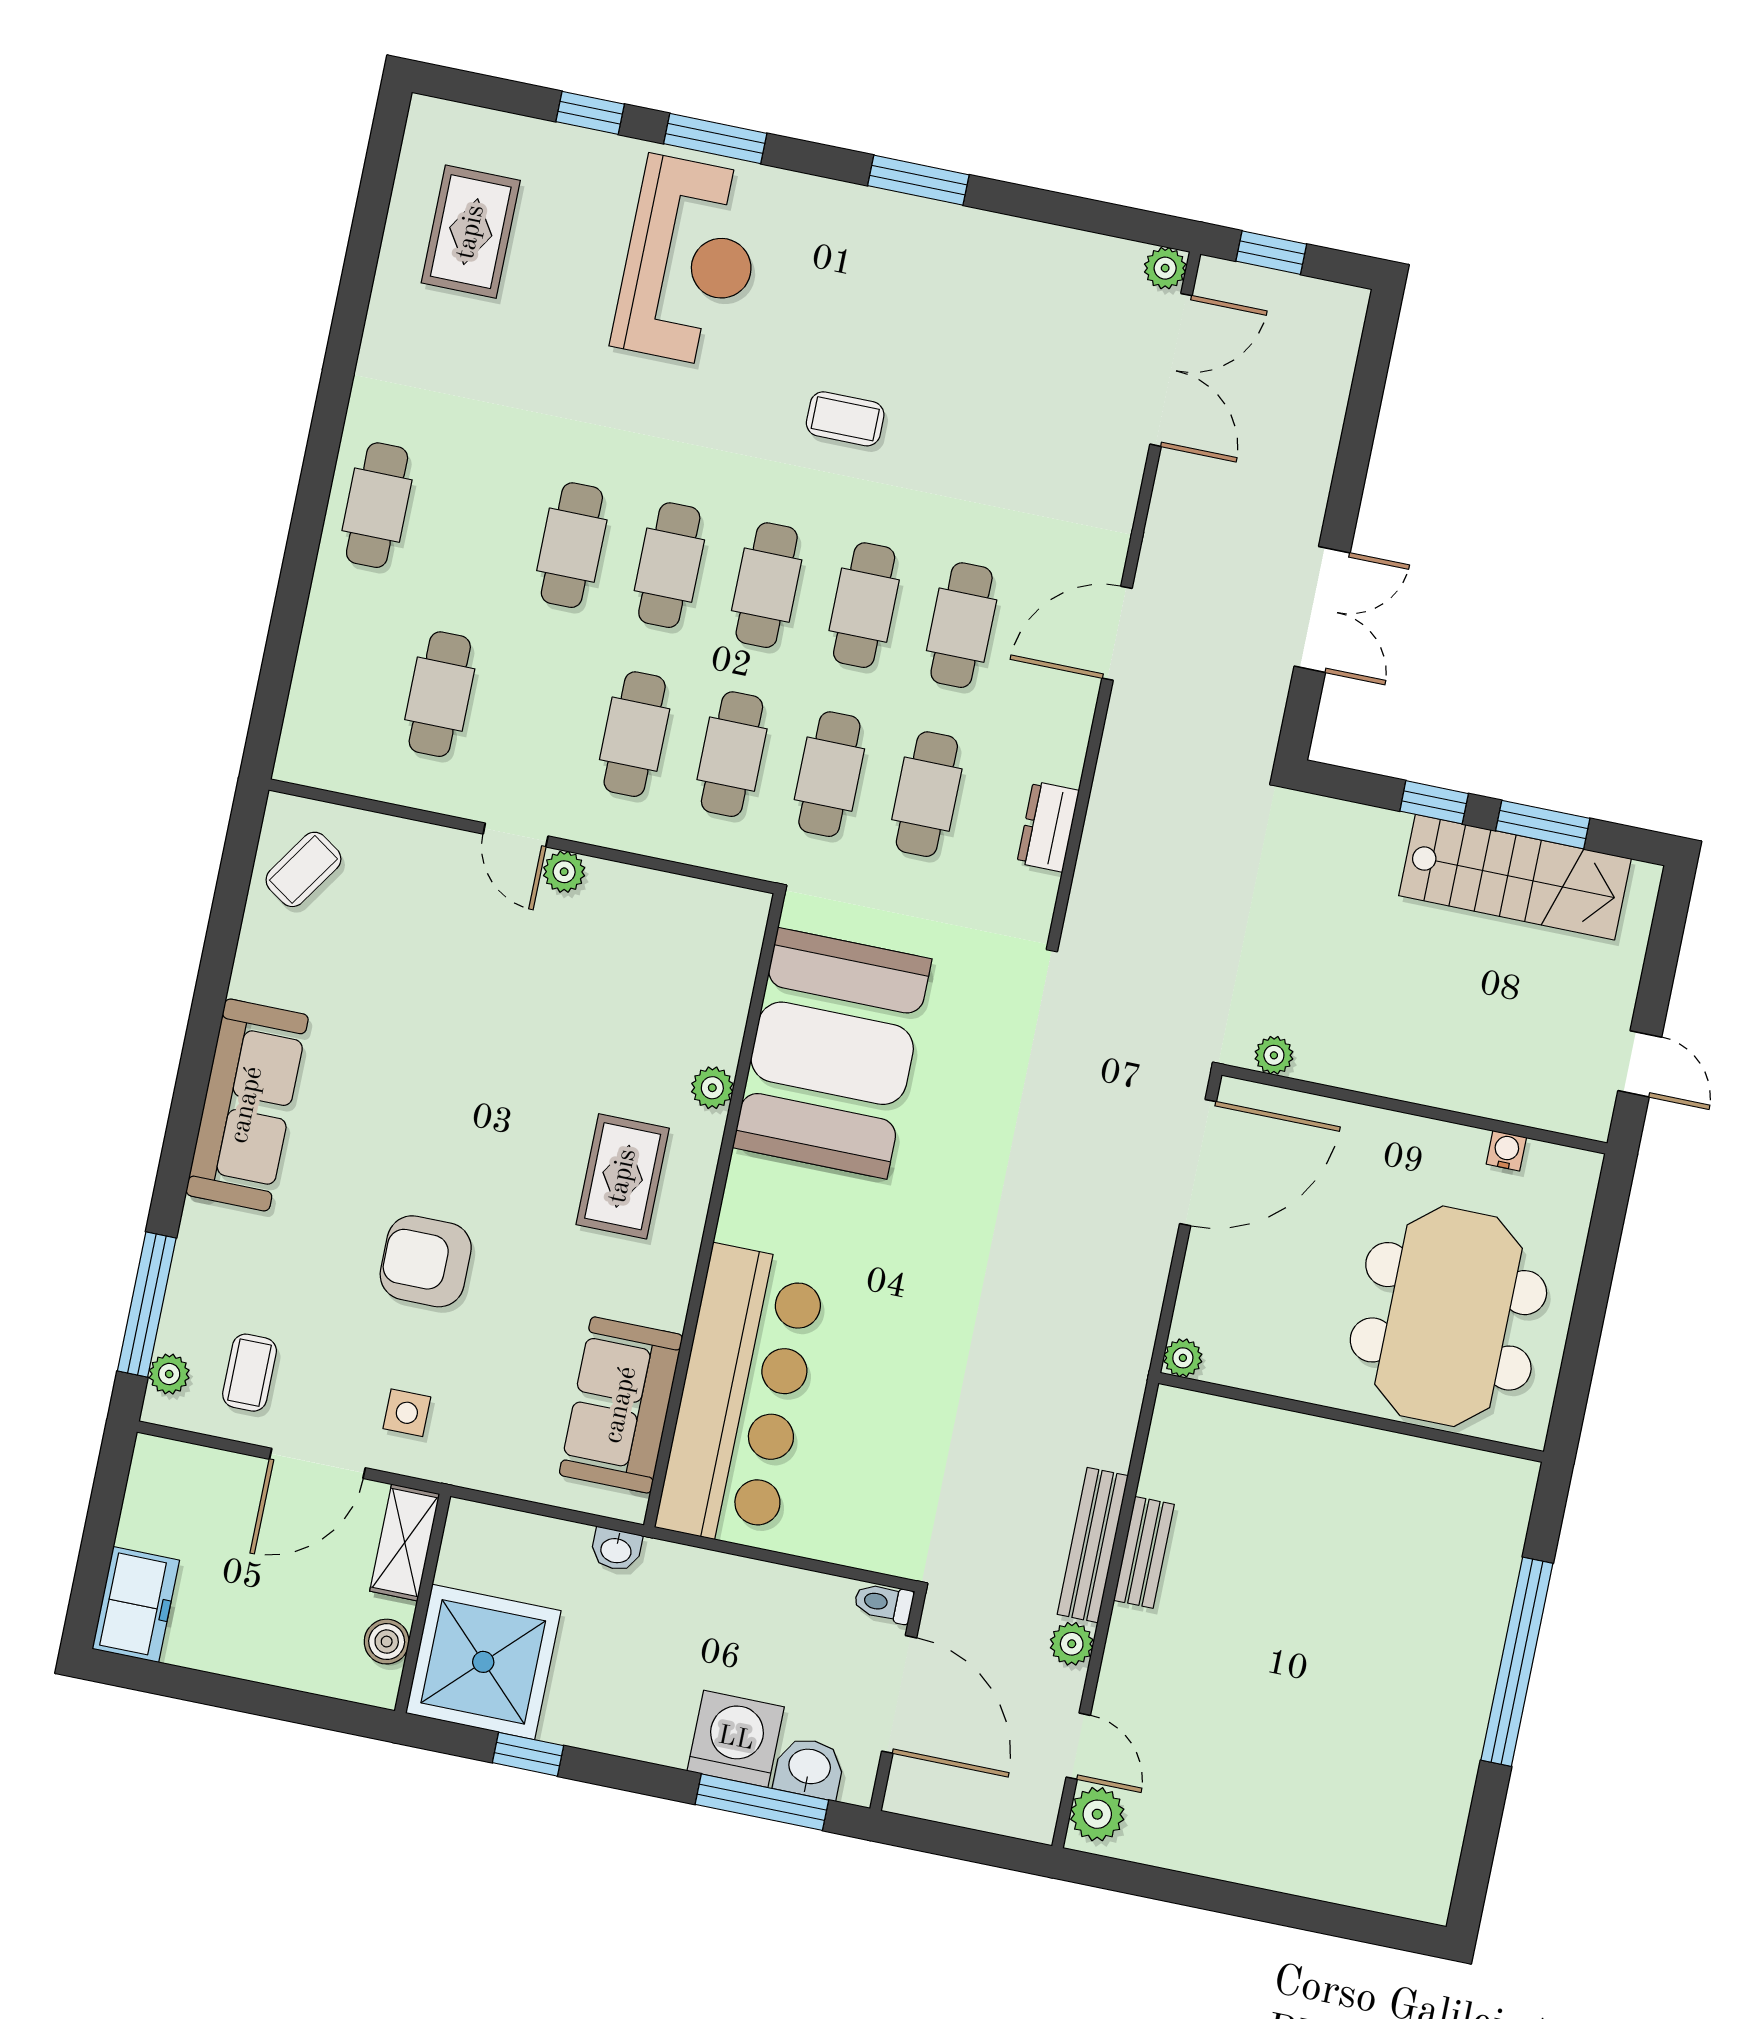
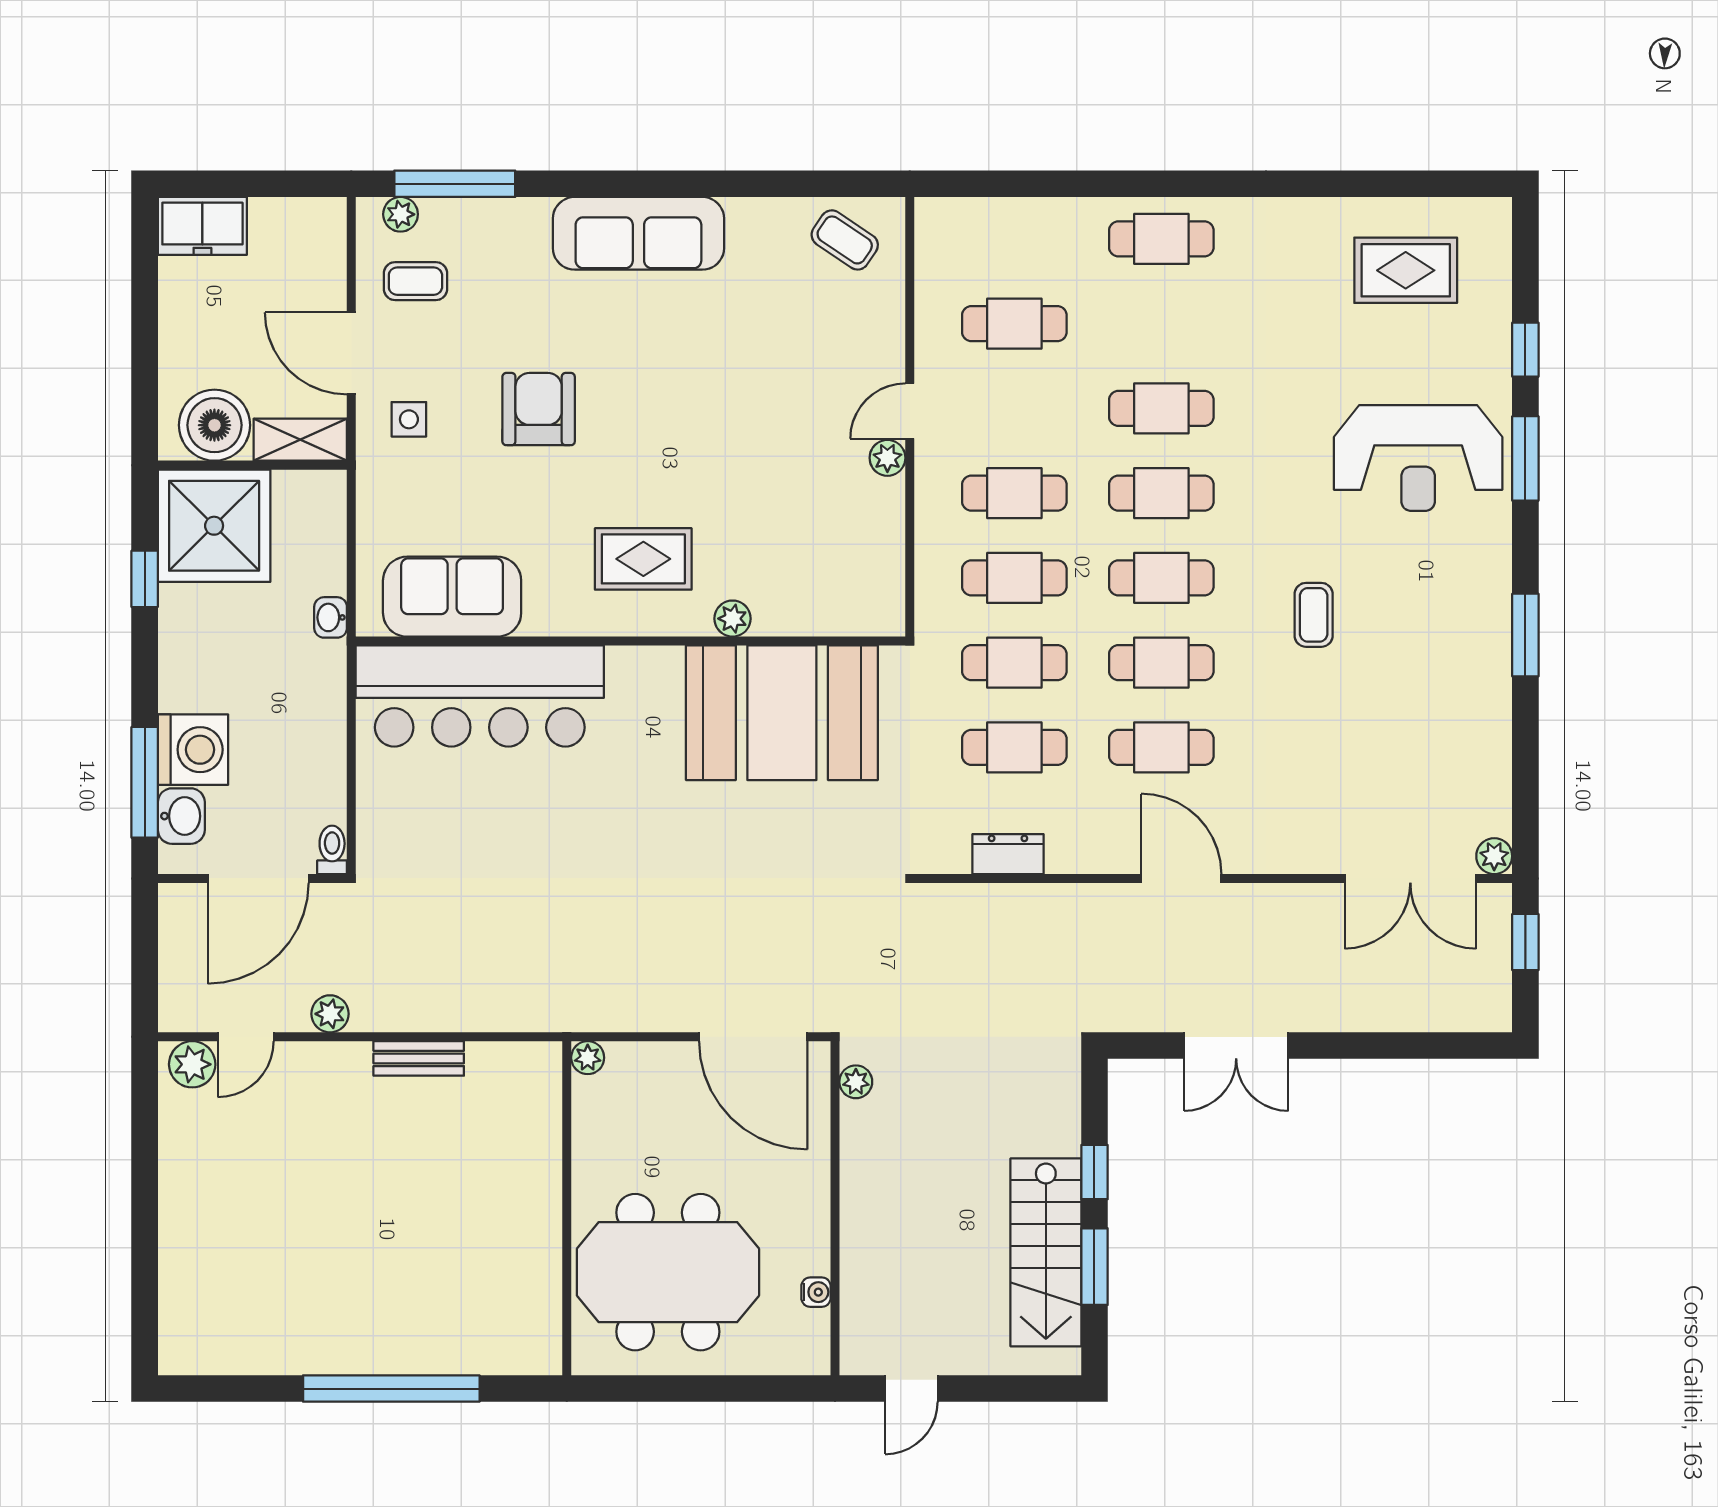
bench: (1093, 1545) -> (416, 1014), removed
boiler: (387, 1642) -> (214, 425), width x1.86, depth x1.86

